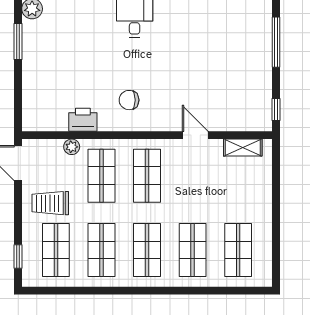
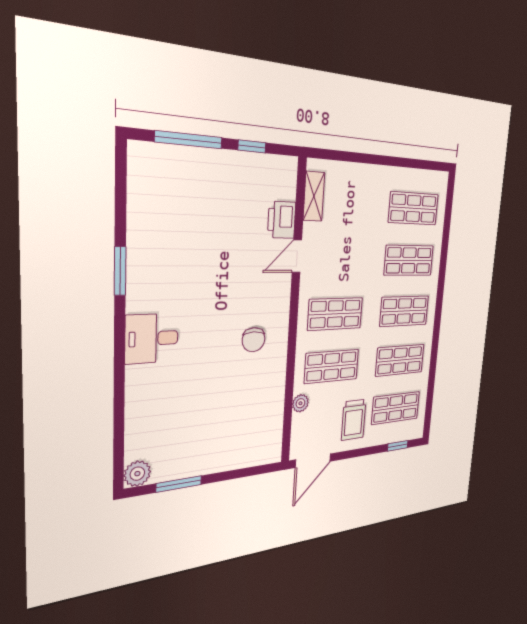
window: (276, 110) -> (252, 146), moved
printer: (83, 120) -> (282, 220), moved

